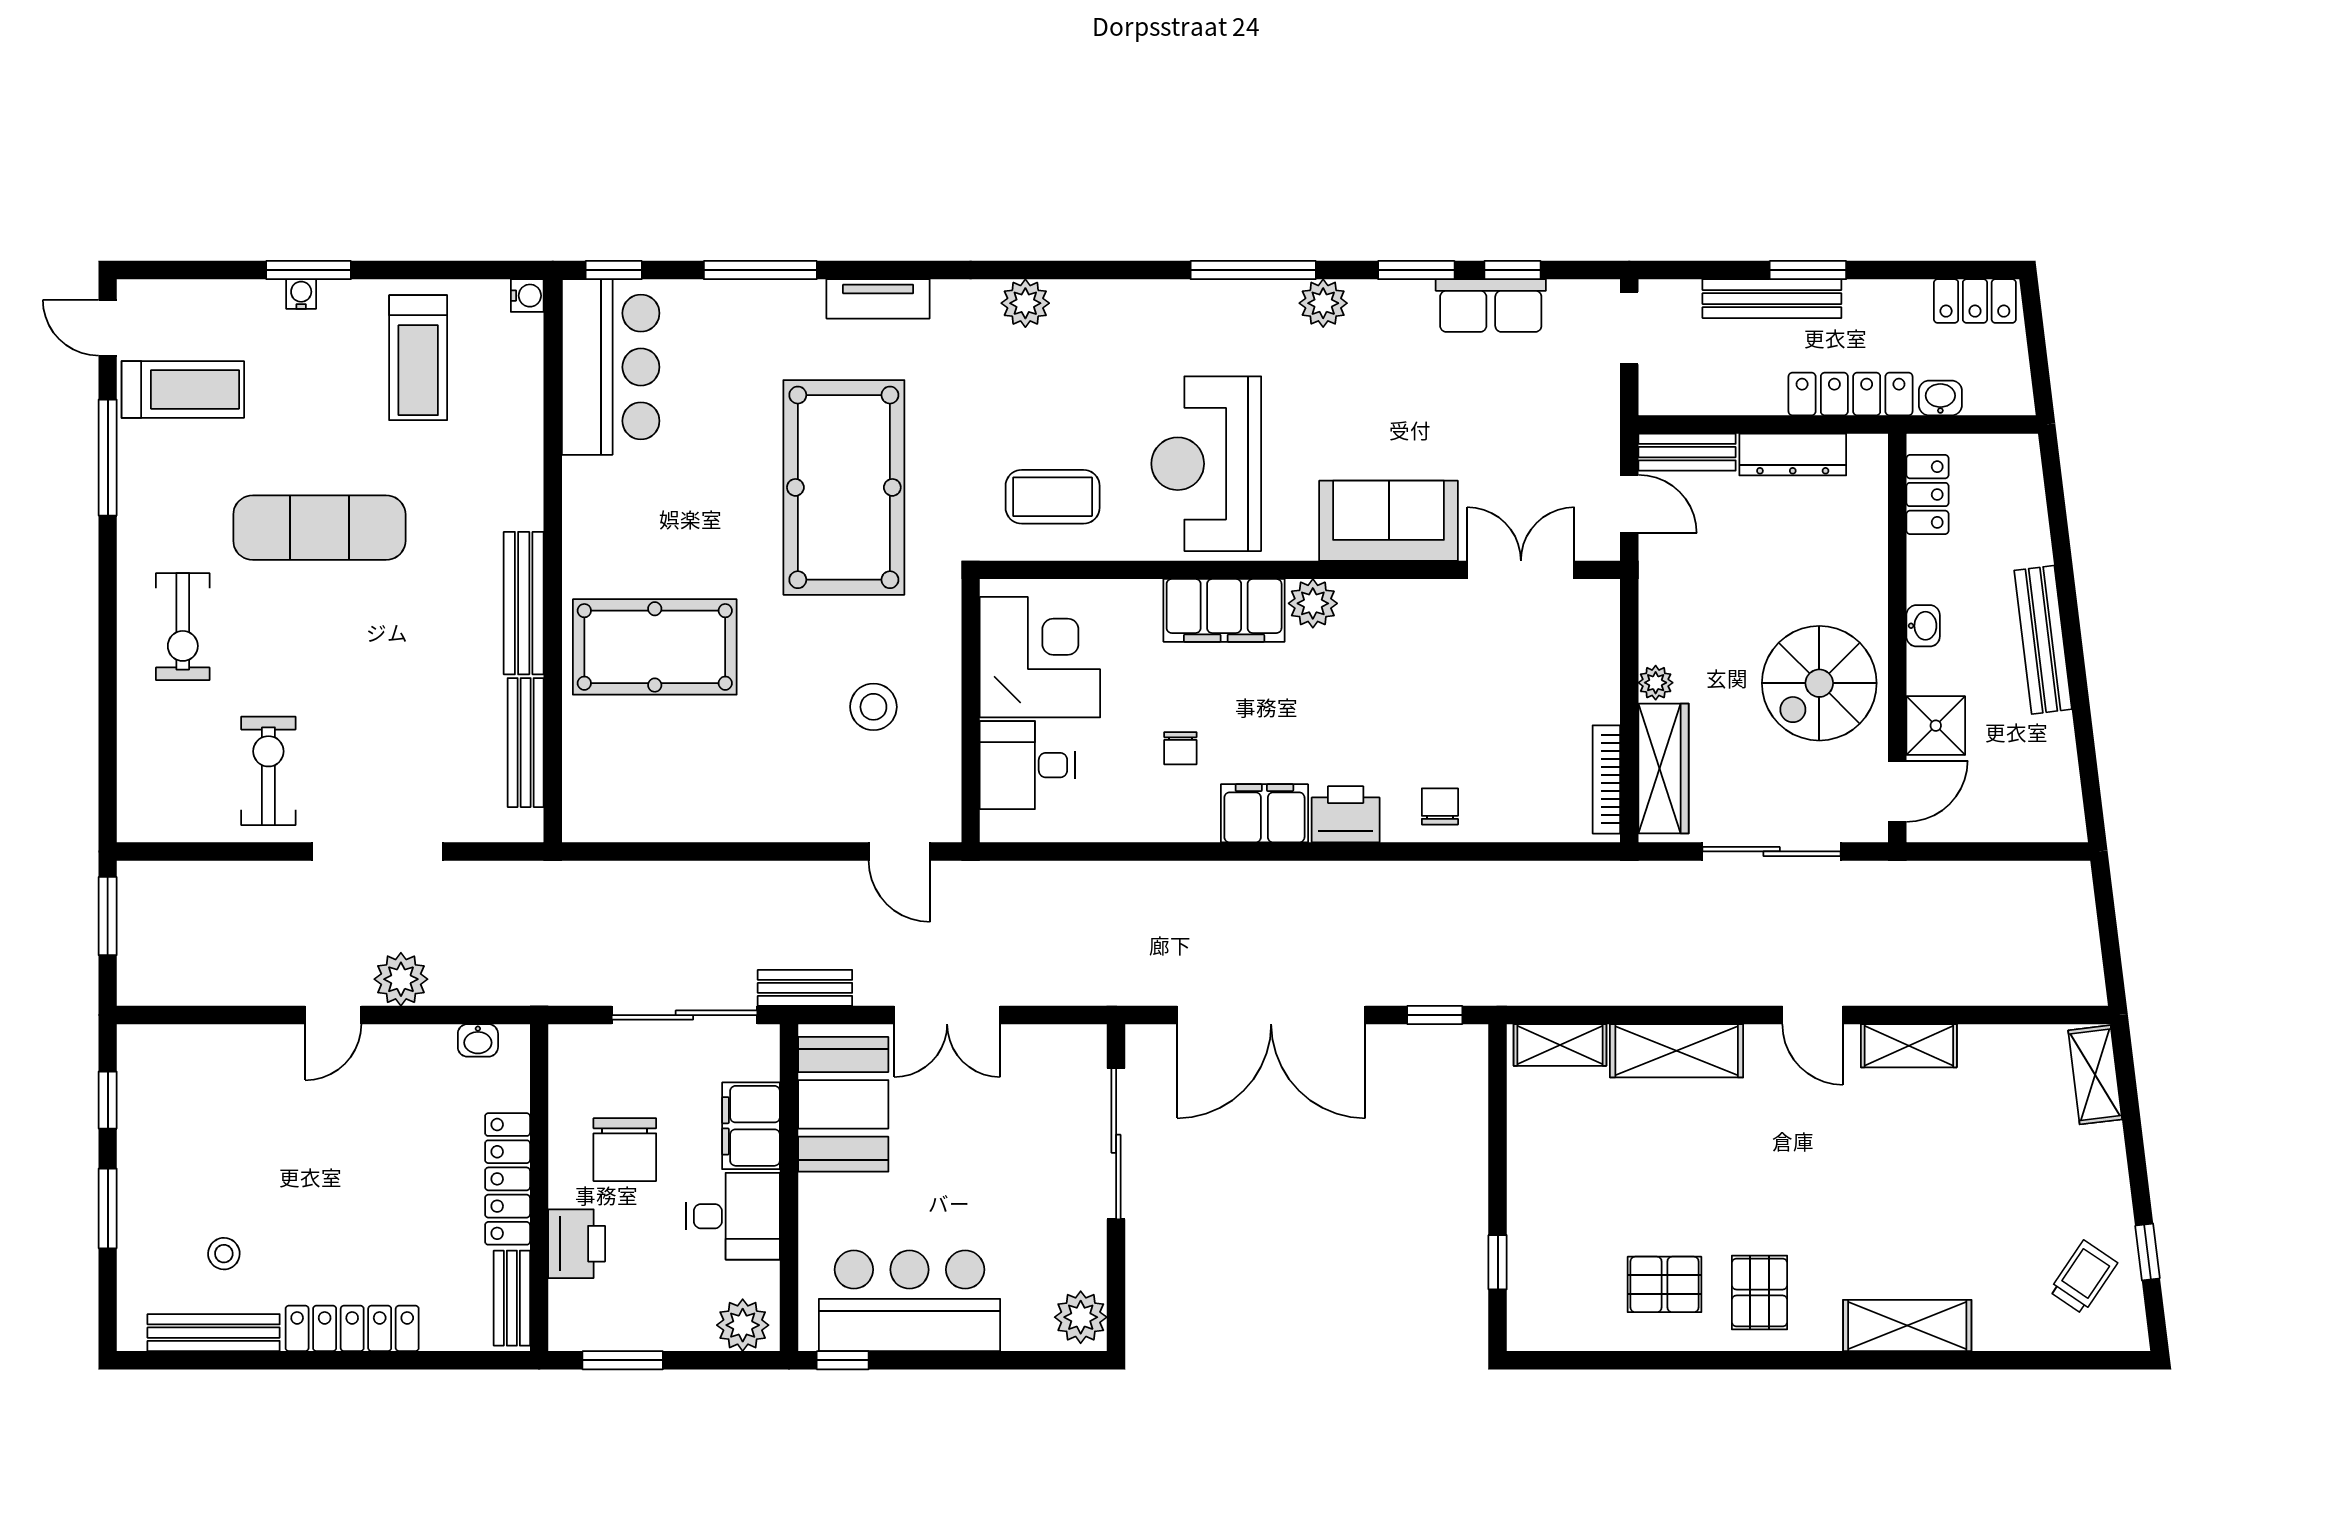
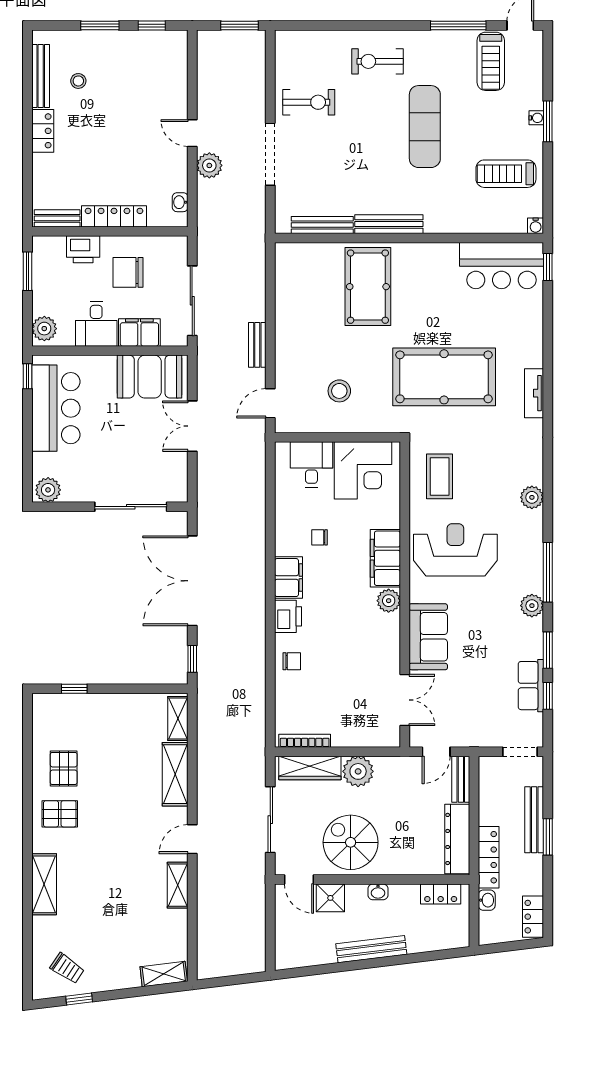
window: (760, 270) -> (548, 337), removed
plant: (1025, 303) -> (532, 497), moved
dresser: (1793, 455) -> (457, 839), width x1.37, depth x1.24
plant: (1656, 683) -> (358, 771), width x1.88, depth x1.88
bench: (805, 988) -> (257, 345), moved
locker: (352, 1328) -> (43, 131), width x0.66

